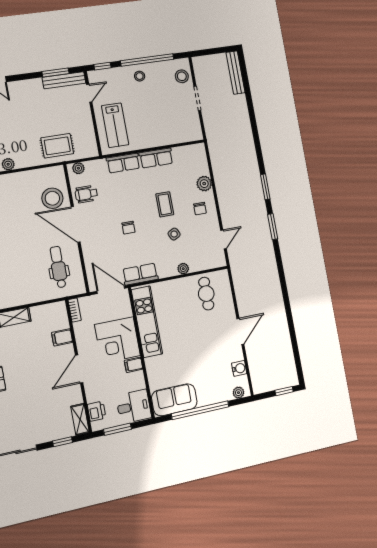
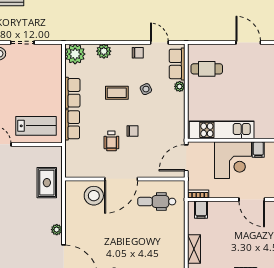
plant: (78, 168) -> (75, 54), moved, width x1.88, depth x1.88
wheelchair: (86, 194) -> (111, 141), moved
chair: (200, 208) -> (138, 53), moved
row of seats: (140, 274) -> (177, 64), moved
filing cabinet: (62, 337) -> (201, 210), moved

